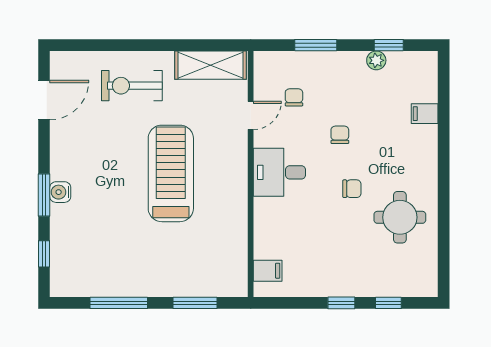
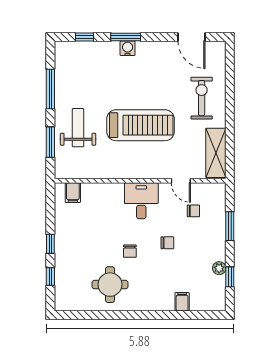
weight bench: (174, 263) -> (78, 128), added

